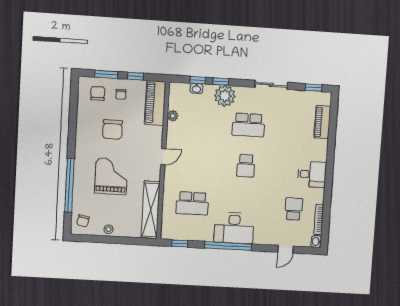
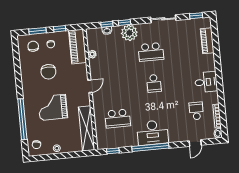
grand piano: (111, 176) -> (53, 107), turned -90

